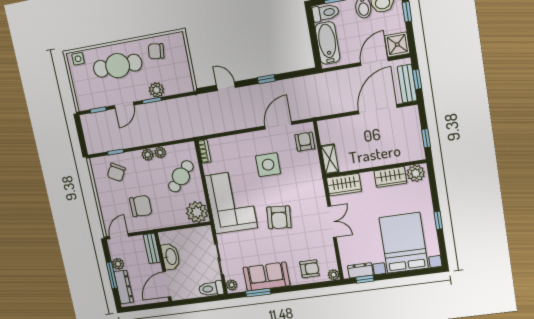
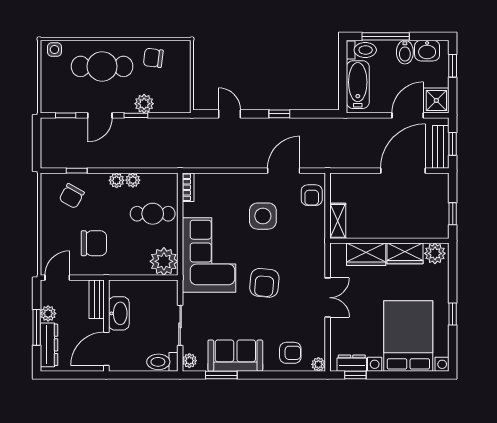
armchair: (305, 142) -> (312, 195), turned 180
cafe table: (181, 176) -> (153, 214), turned 47
wardrobe: (344, 185) -> (366, 254), moved

